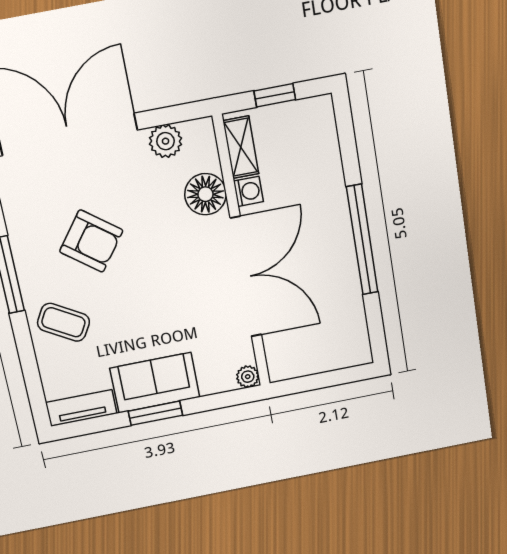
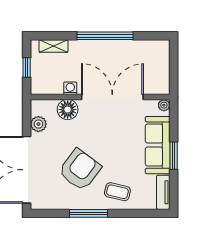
shelving: (241, 147) -> (54, 46), moved
armchair: (91, 241) -> (80, 170), width x1.36, depth x1.36
coffee table: (63, 322) -> (117, 192), turned 73
sofa: (155, 383) -> (158, 145), width x1.36

